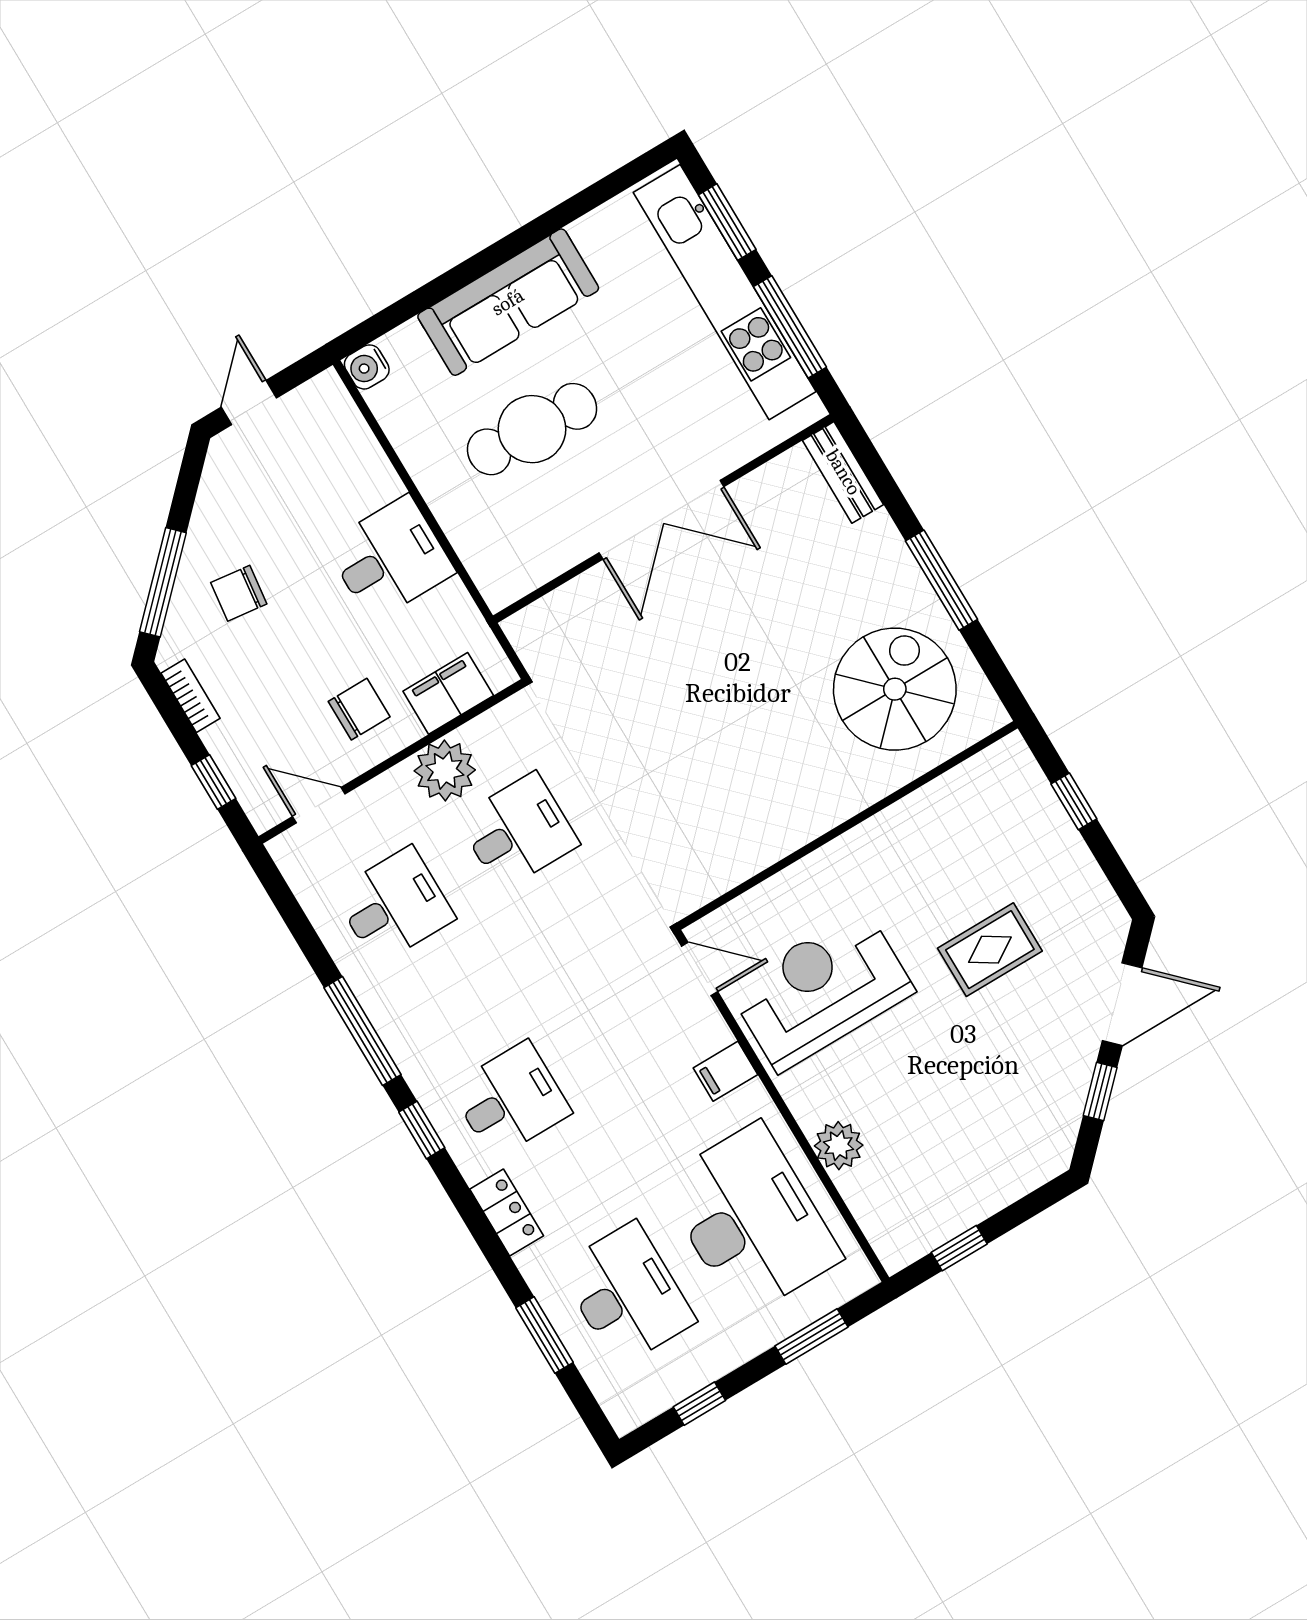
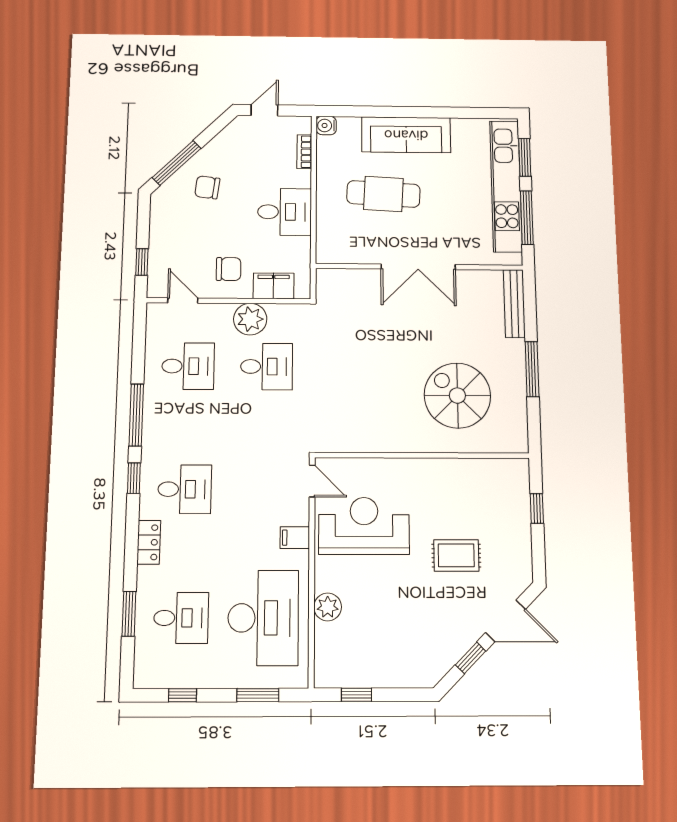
bench: (843, 472) -> (514, 304), width x1.36
spiral stairs: (895, 689) -> (457, 396), moved, turned -90
bookcase: (191, 696) -> (304, 152), moved, turned 180
desk: (627, 1294) -> (181, 618), width x0.73

